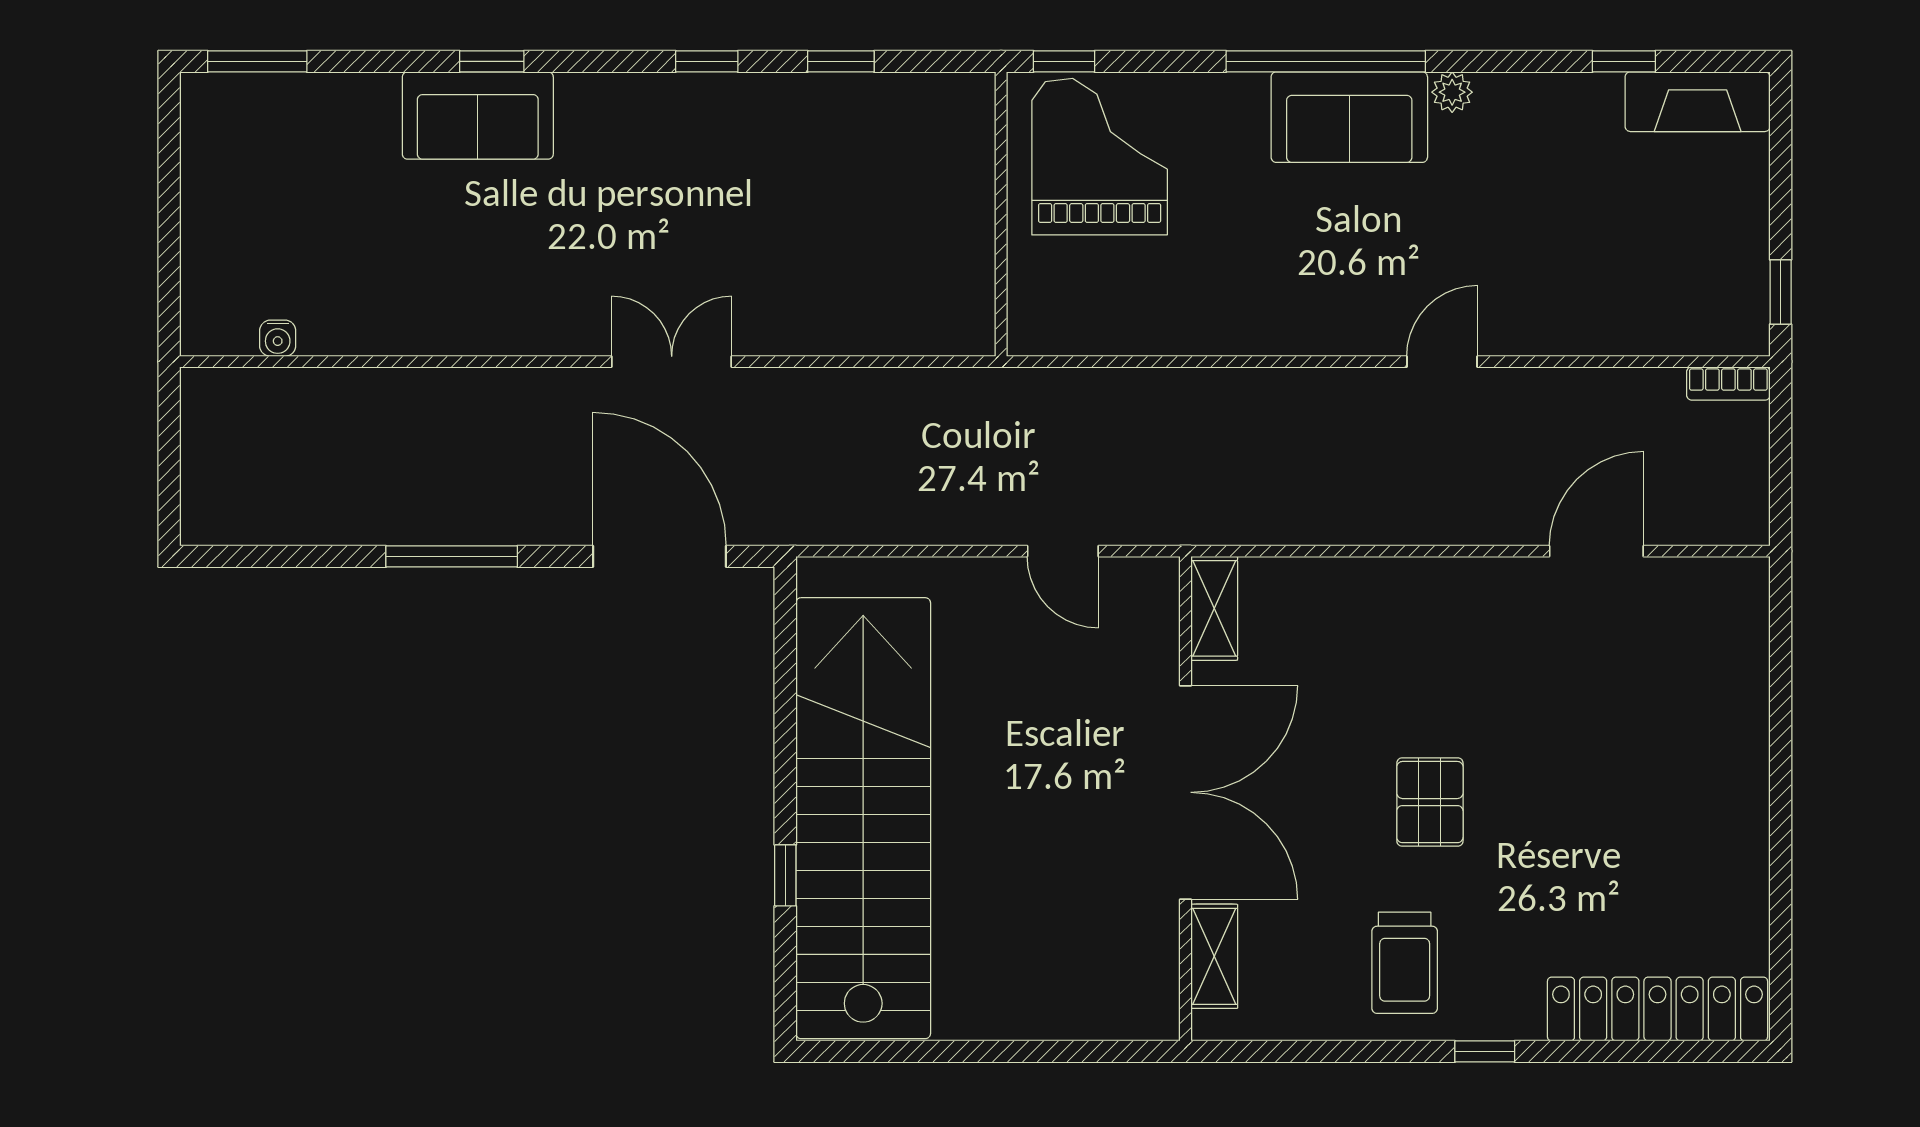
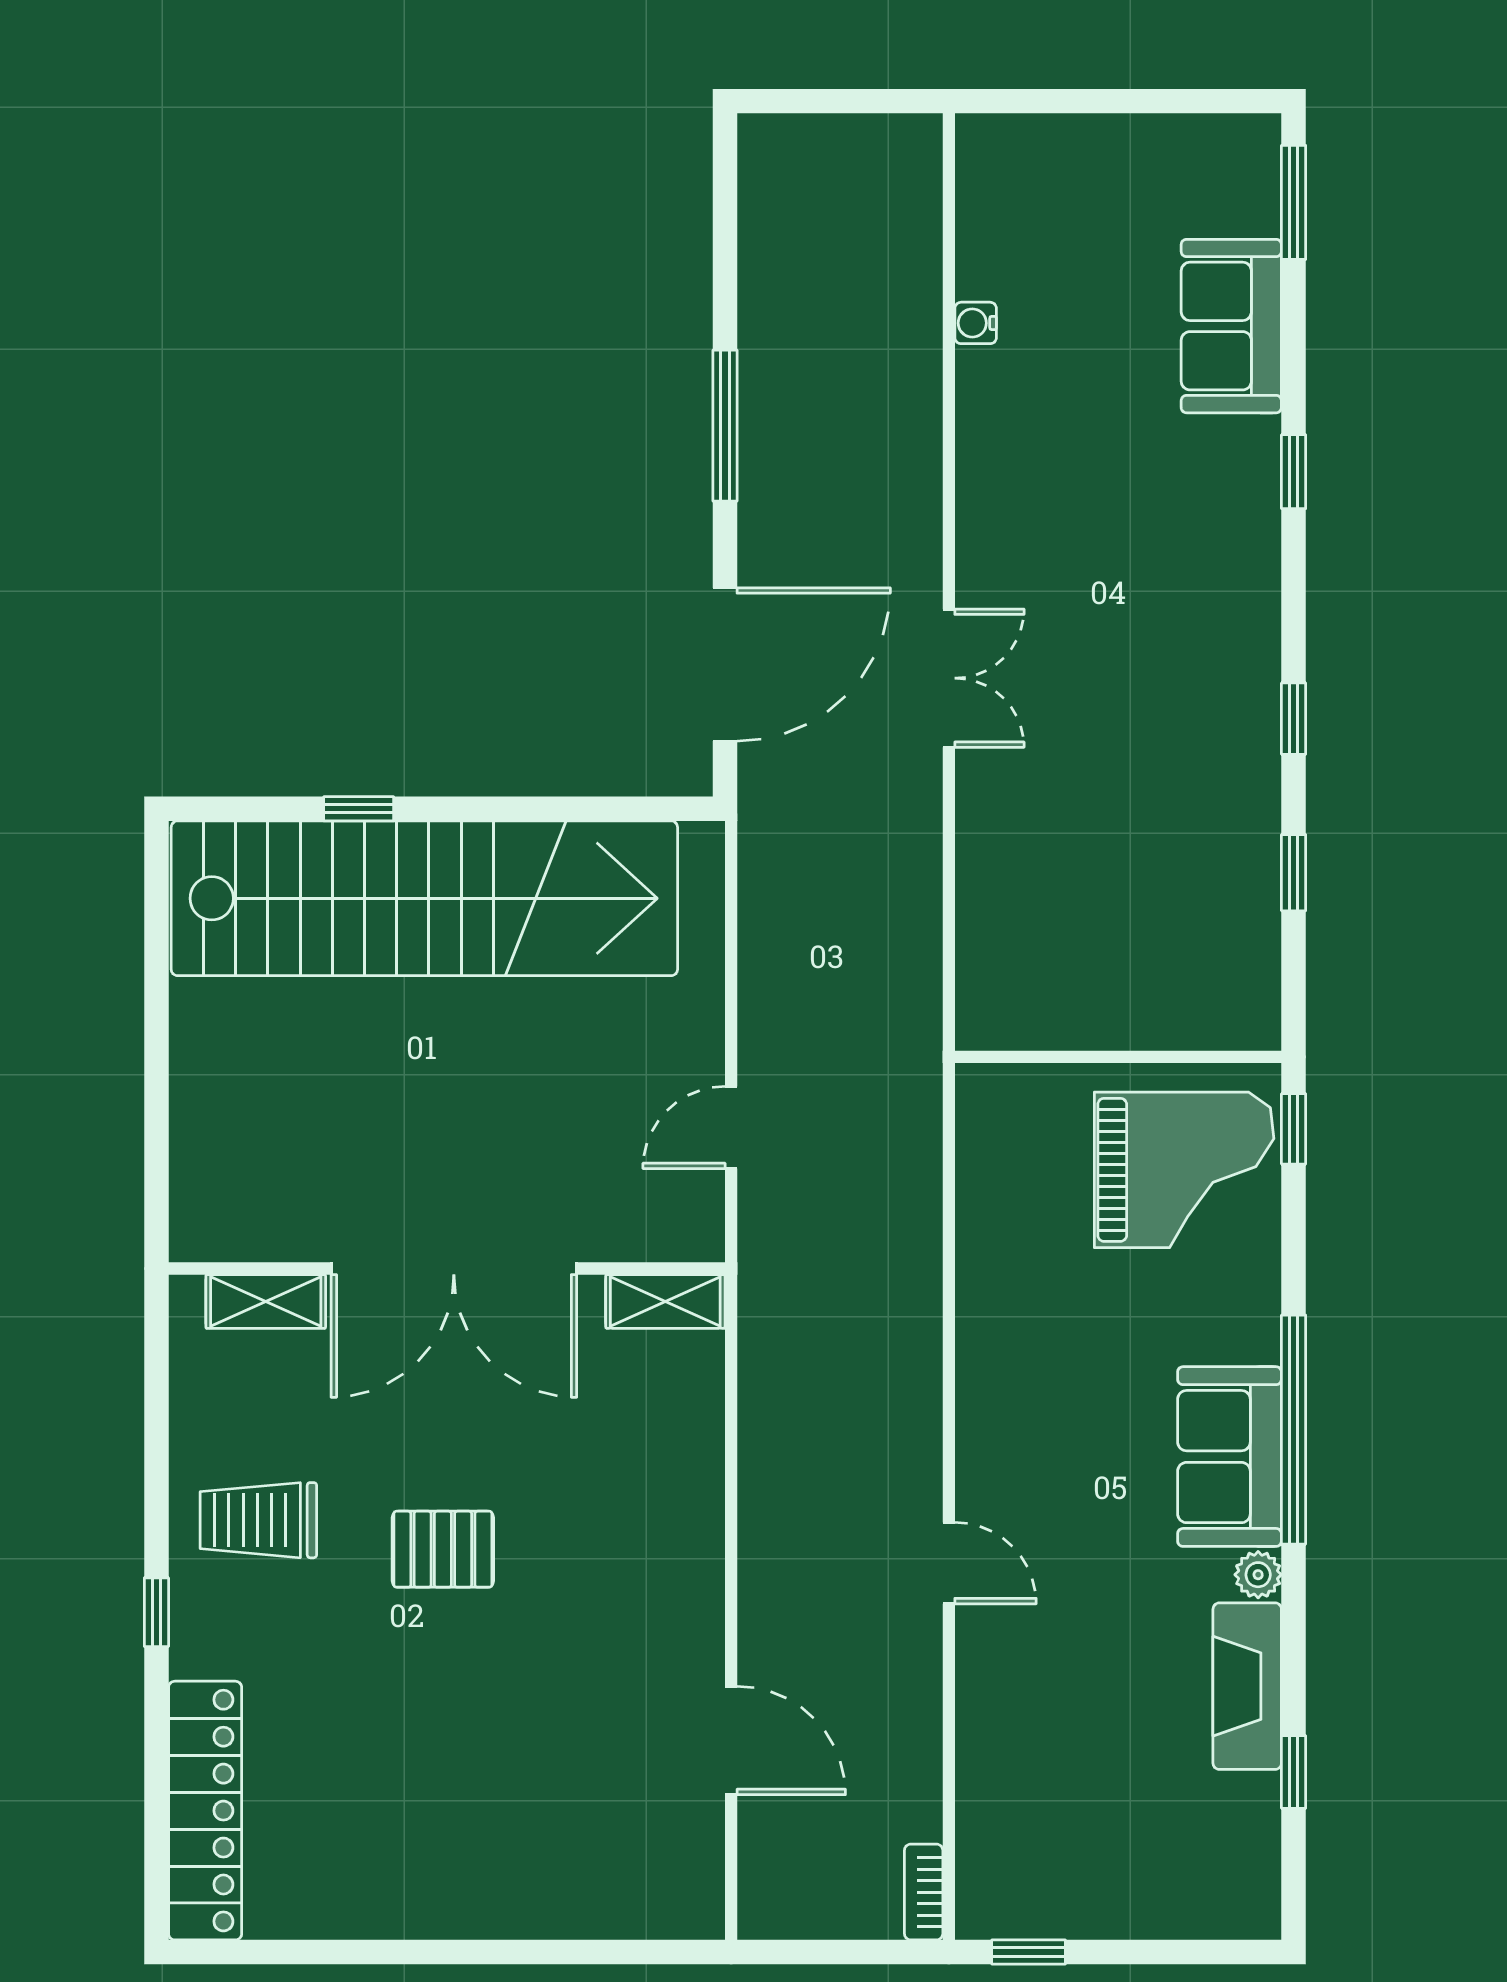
fireplace: (1698, 102) -> (1247, 1686), moved
sofa: (478, 116) -> (1231, 326), moved
water cooler: (278, 338) -> (976, 323), moved

